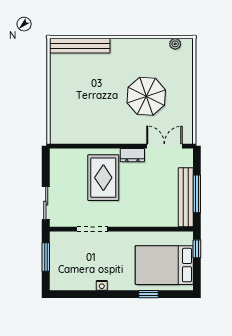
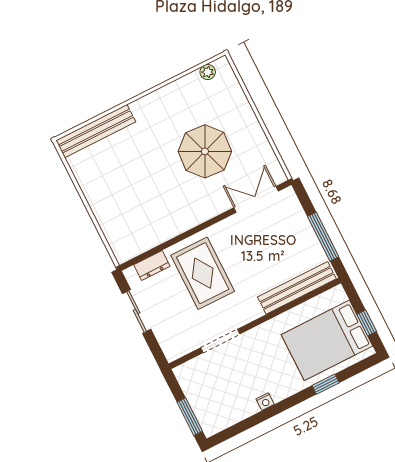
dresser: (132, 155) -> (152, 265), moved
bench: (186, 197) -> (297, 288), moved, turned 90
sliding door: (46, 203) -> (137, 312), moved
window: (197, 249) -> (367, 323), moved
window: (46, 257) -> (190, 417), moved

